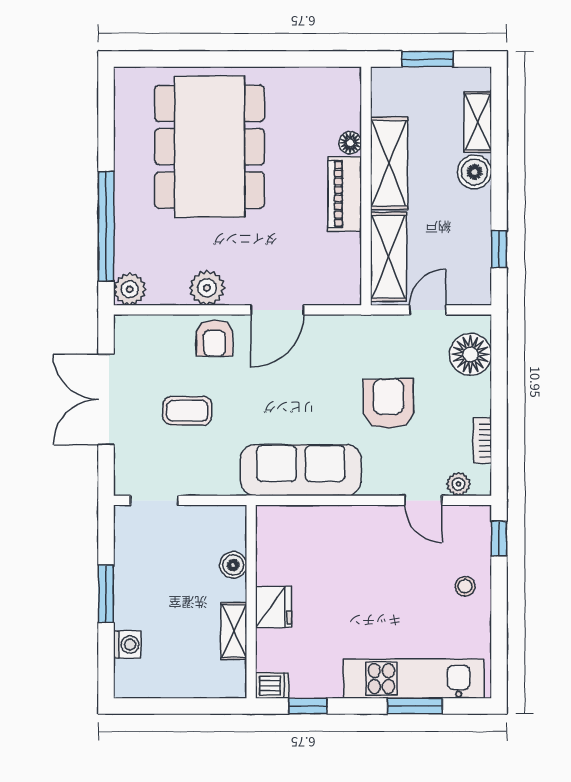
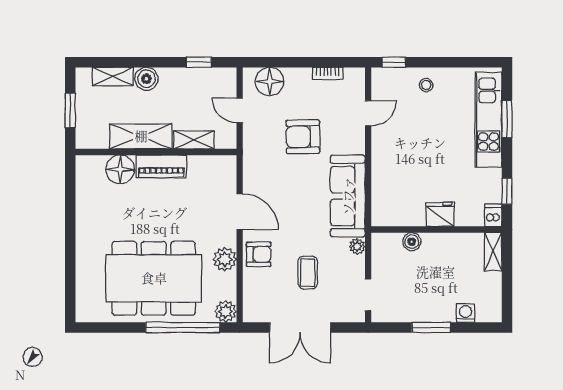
floor lamp: (350, 143) -> (120, 169), width x1.89, depth x1.89
dining table: (210, 147) -> (154, 278), moved
shelving: (388, 257) -> (194, 140), width x0.67, depth x0.75
plant: (458, 484) -> (357, 246), moved
shelving: (234, 631) -> (493, 252), moved, turned 90

